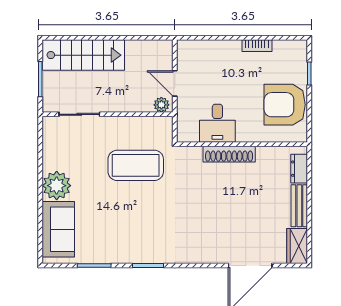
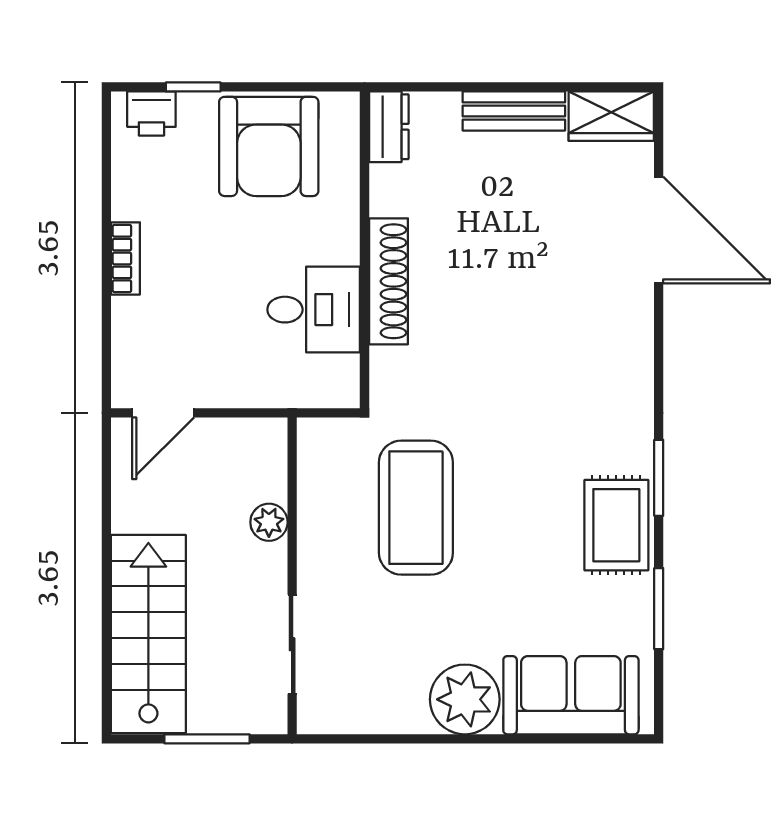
bookcase: (257, 46) -> (125, 258), moved
printer: (298, 56) -> (151, 114), added
door: (175, 83) -> (163, 413), moved
plant: (161, 105) -> (269, 522), moved
dresser: (299, 169) -> (389, 127), moved, turned -90
rug: (128, 248) -> (616, 525), added

